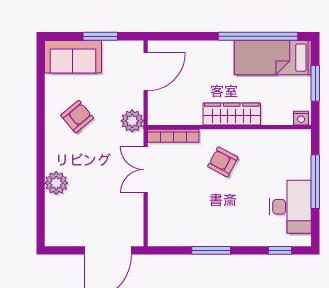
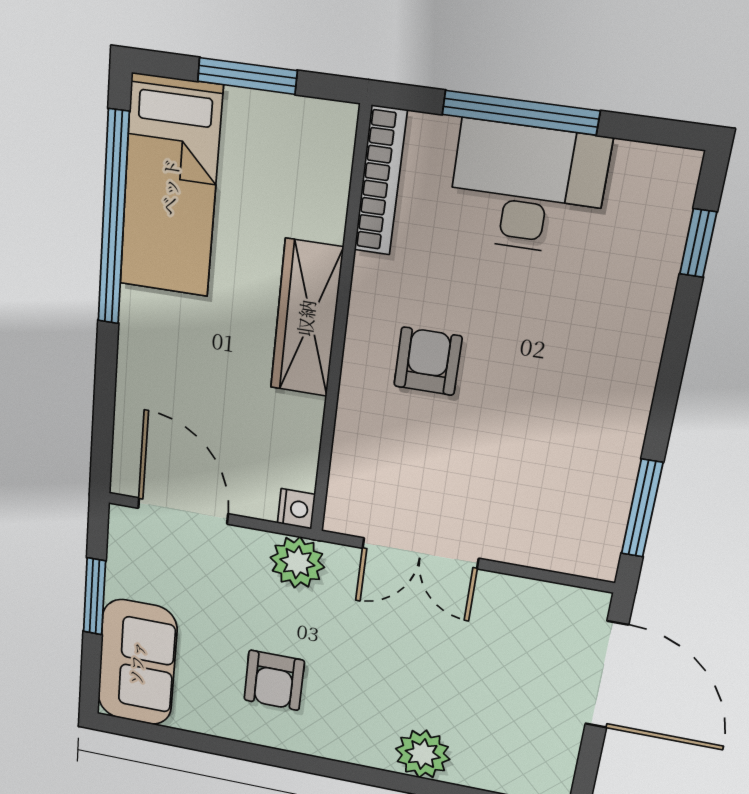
armchair: (77, 117) -> (274, 680), turned -140
nightstand: (301, 118) -> (296, 509), moved
bookcase: (173, 136) -> (381, 181), moved
armchair: (223, 162) -> (428, 361), turned 152
desk: (290, 207) -> (527, 188), moved
window: (211, 250) -> (642, 508), moved

